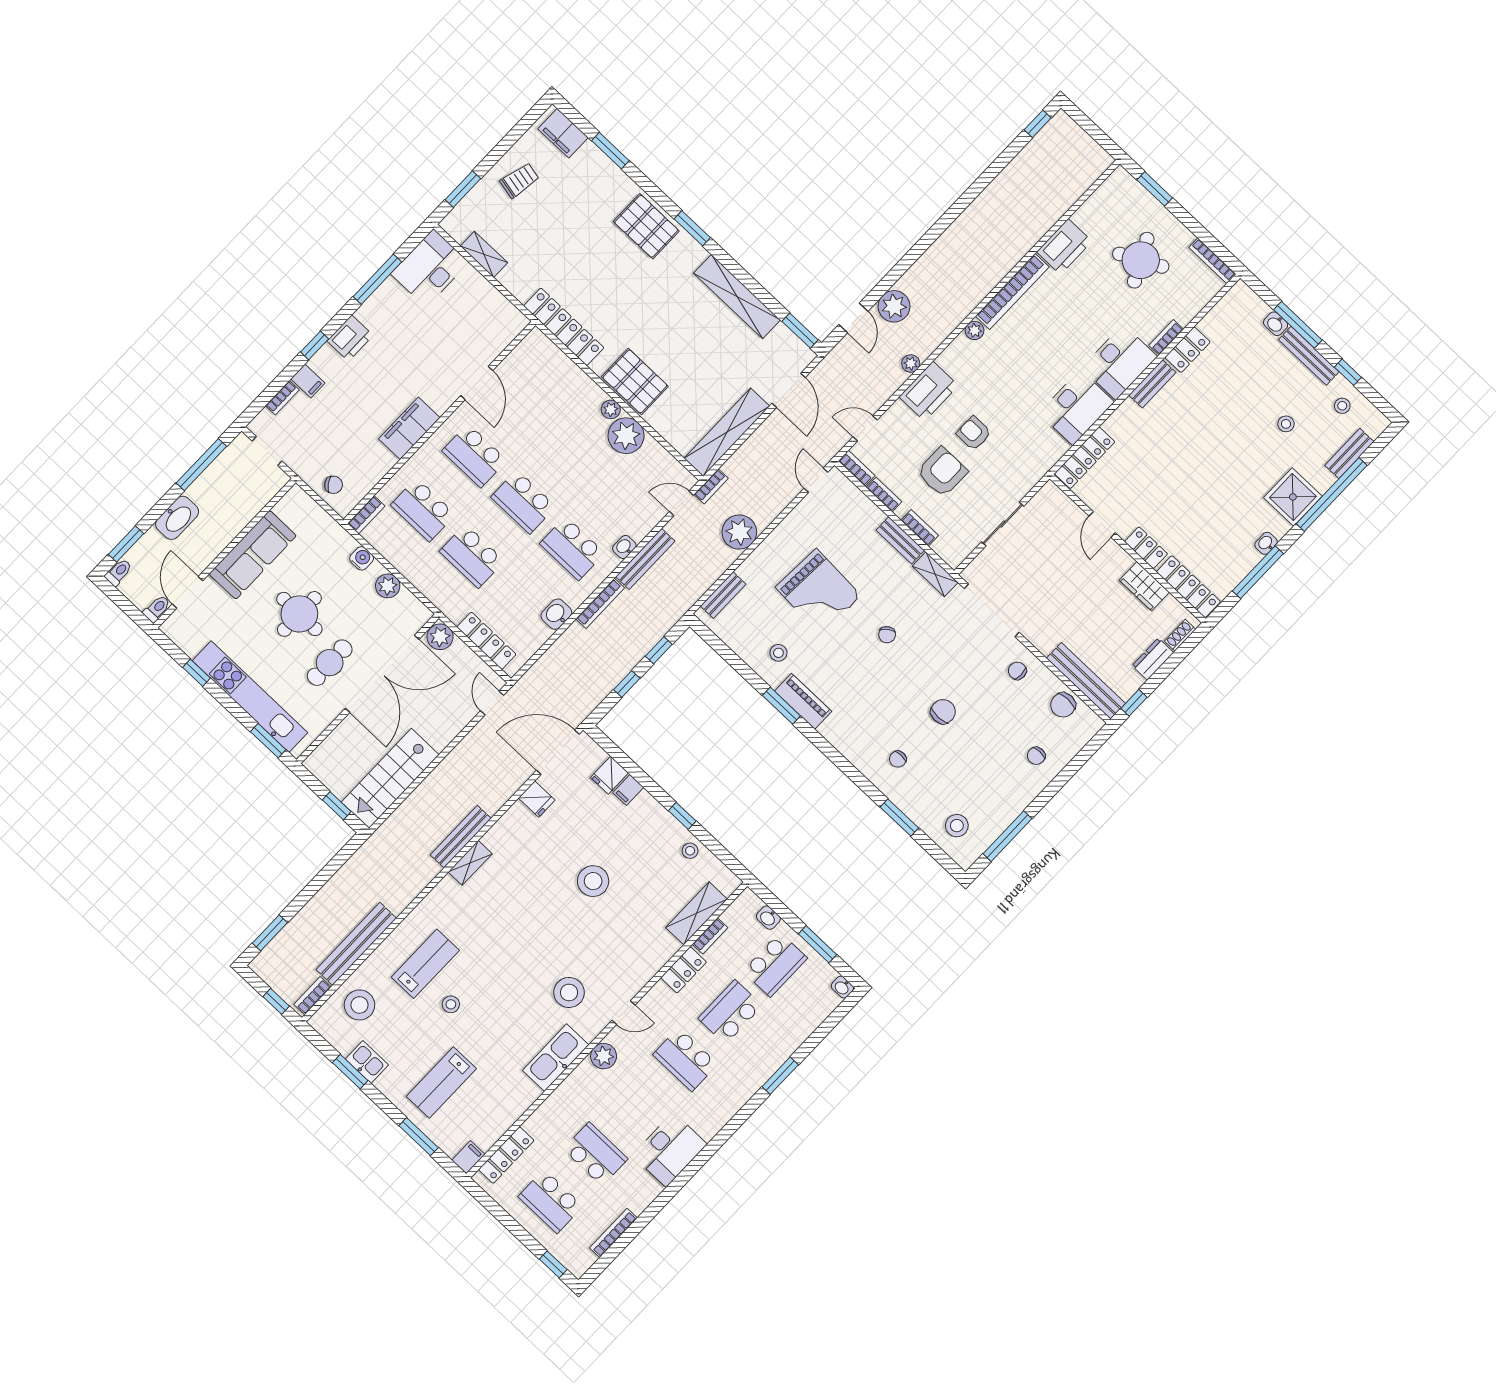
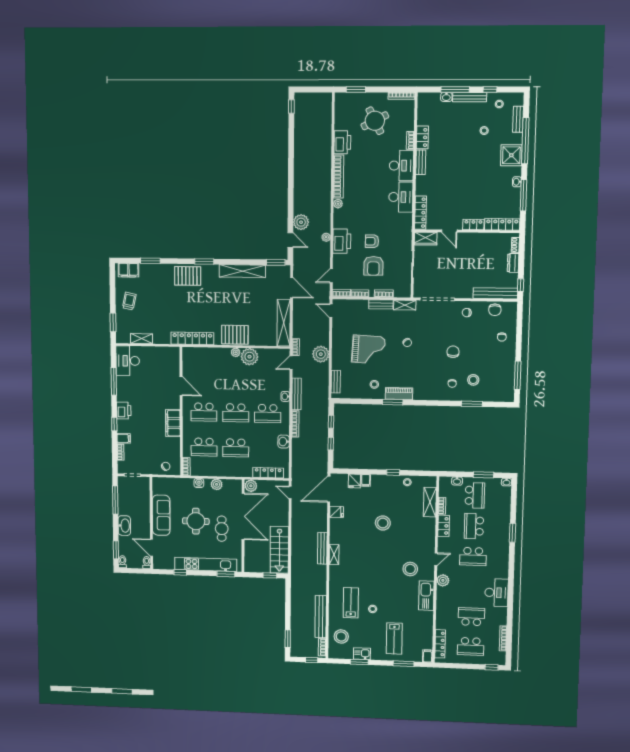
armchair: (942, 472) -> (373, 266), turned 180
wardrobe: (1144, 586) -> (426, 239), moved
stool: (957, 826) -> (473, 380), moved

